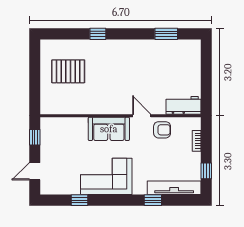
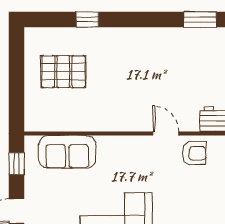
window: (98, 34) -> (87, 19), moved
sofa: (109, 129) -> (67, 152), moved

